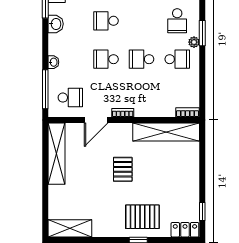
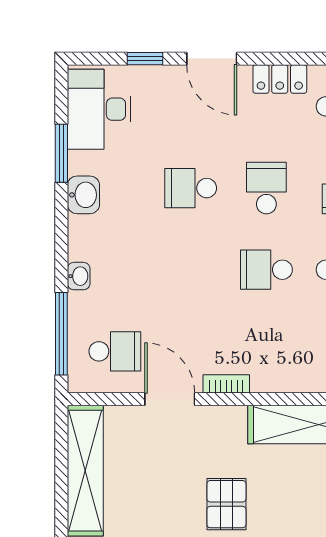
school desk: (106, 59) -> (266, 188), moved, turned 90
door: (96, 120) -> (170, 399), swing flipped

